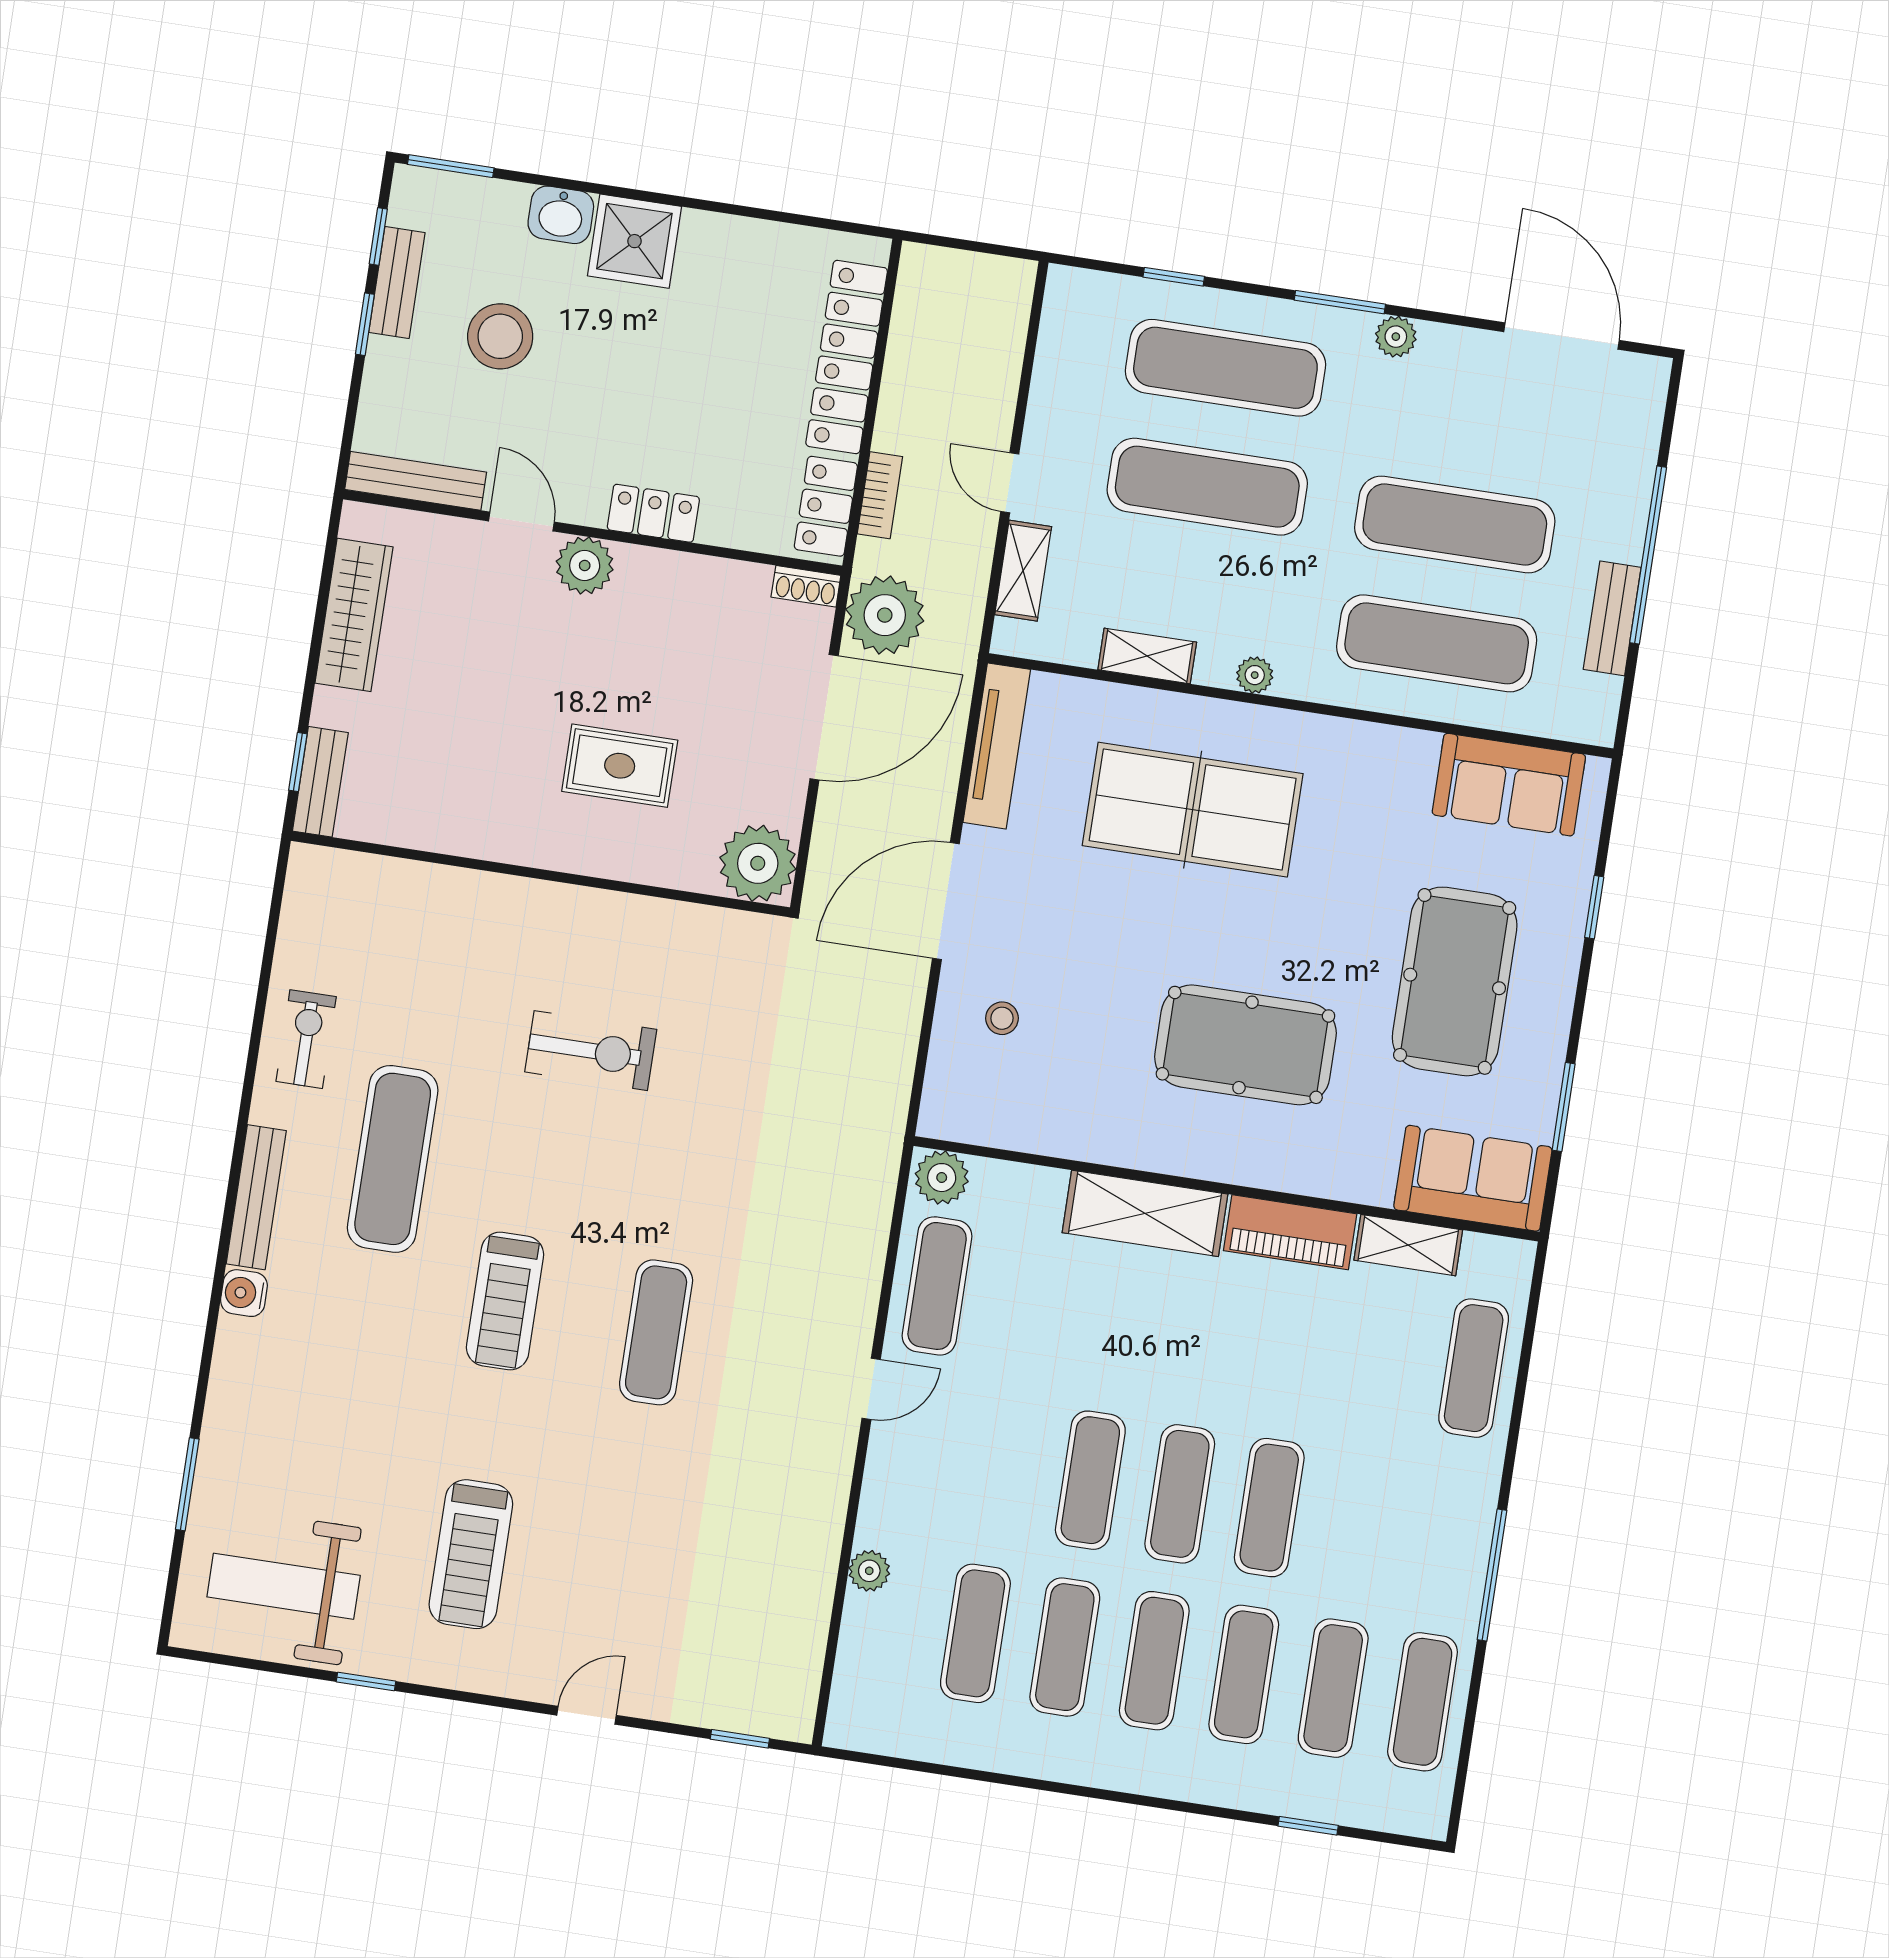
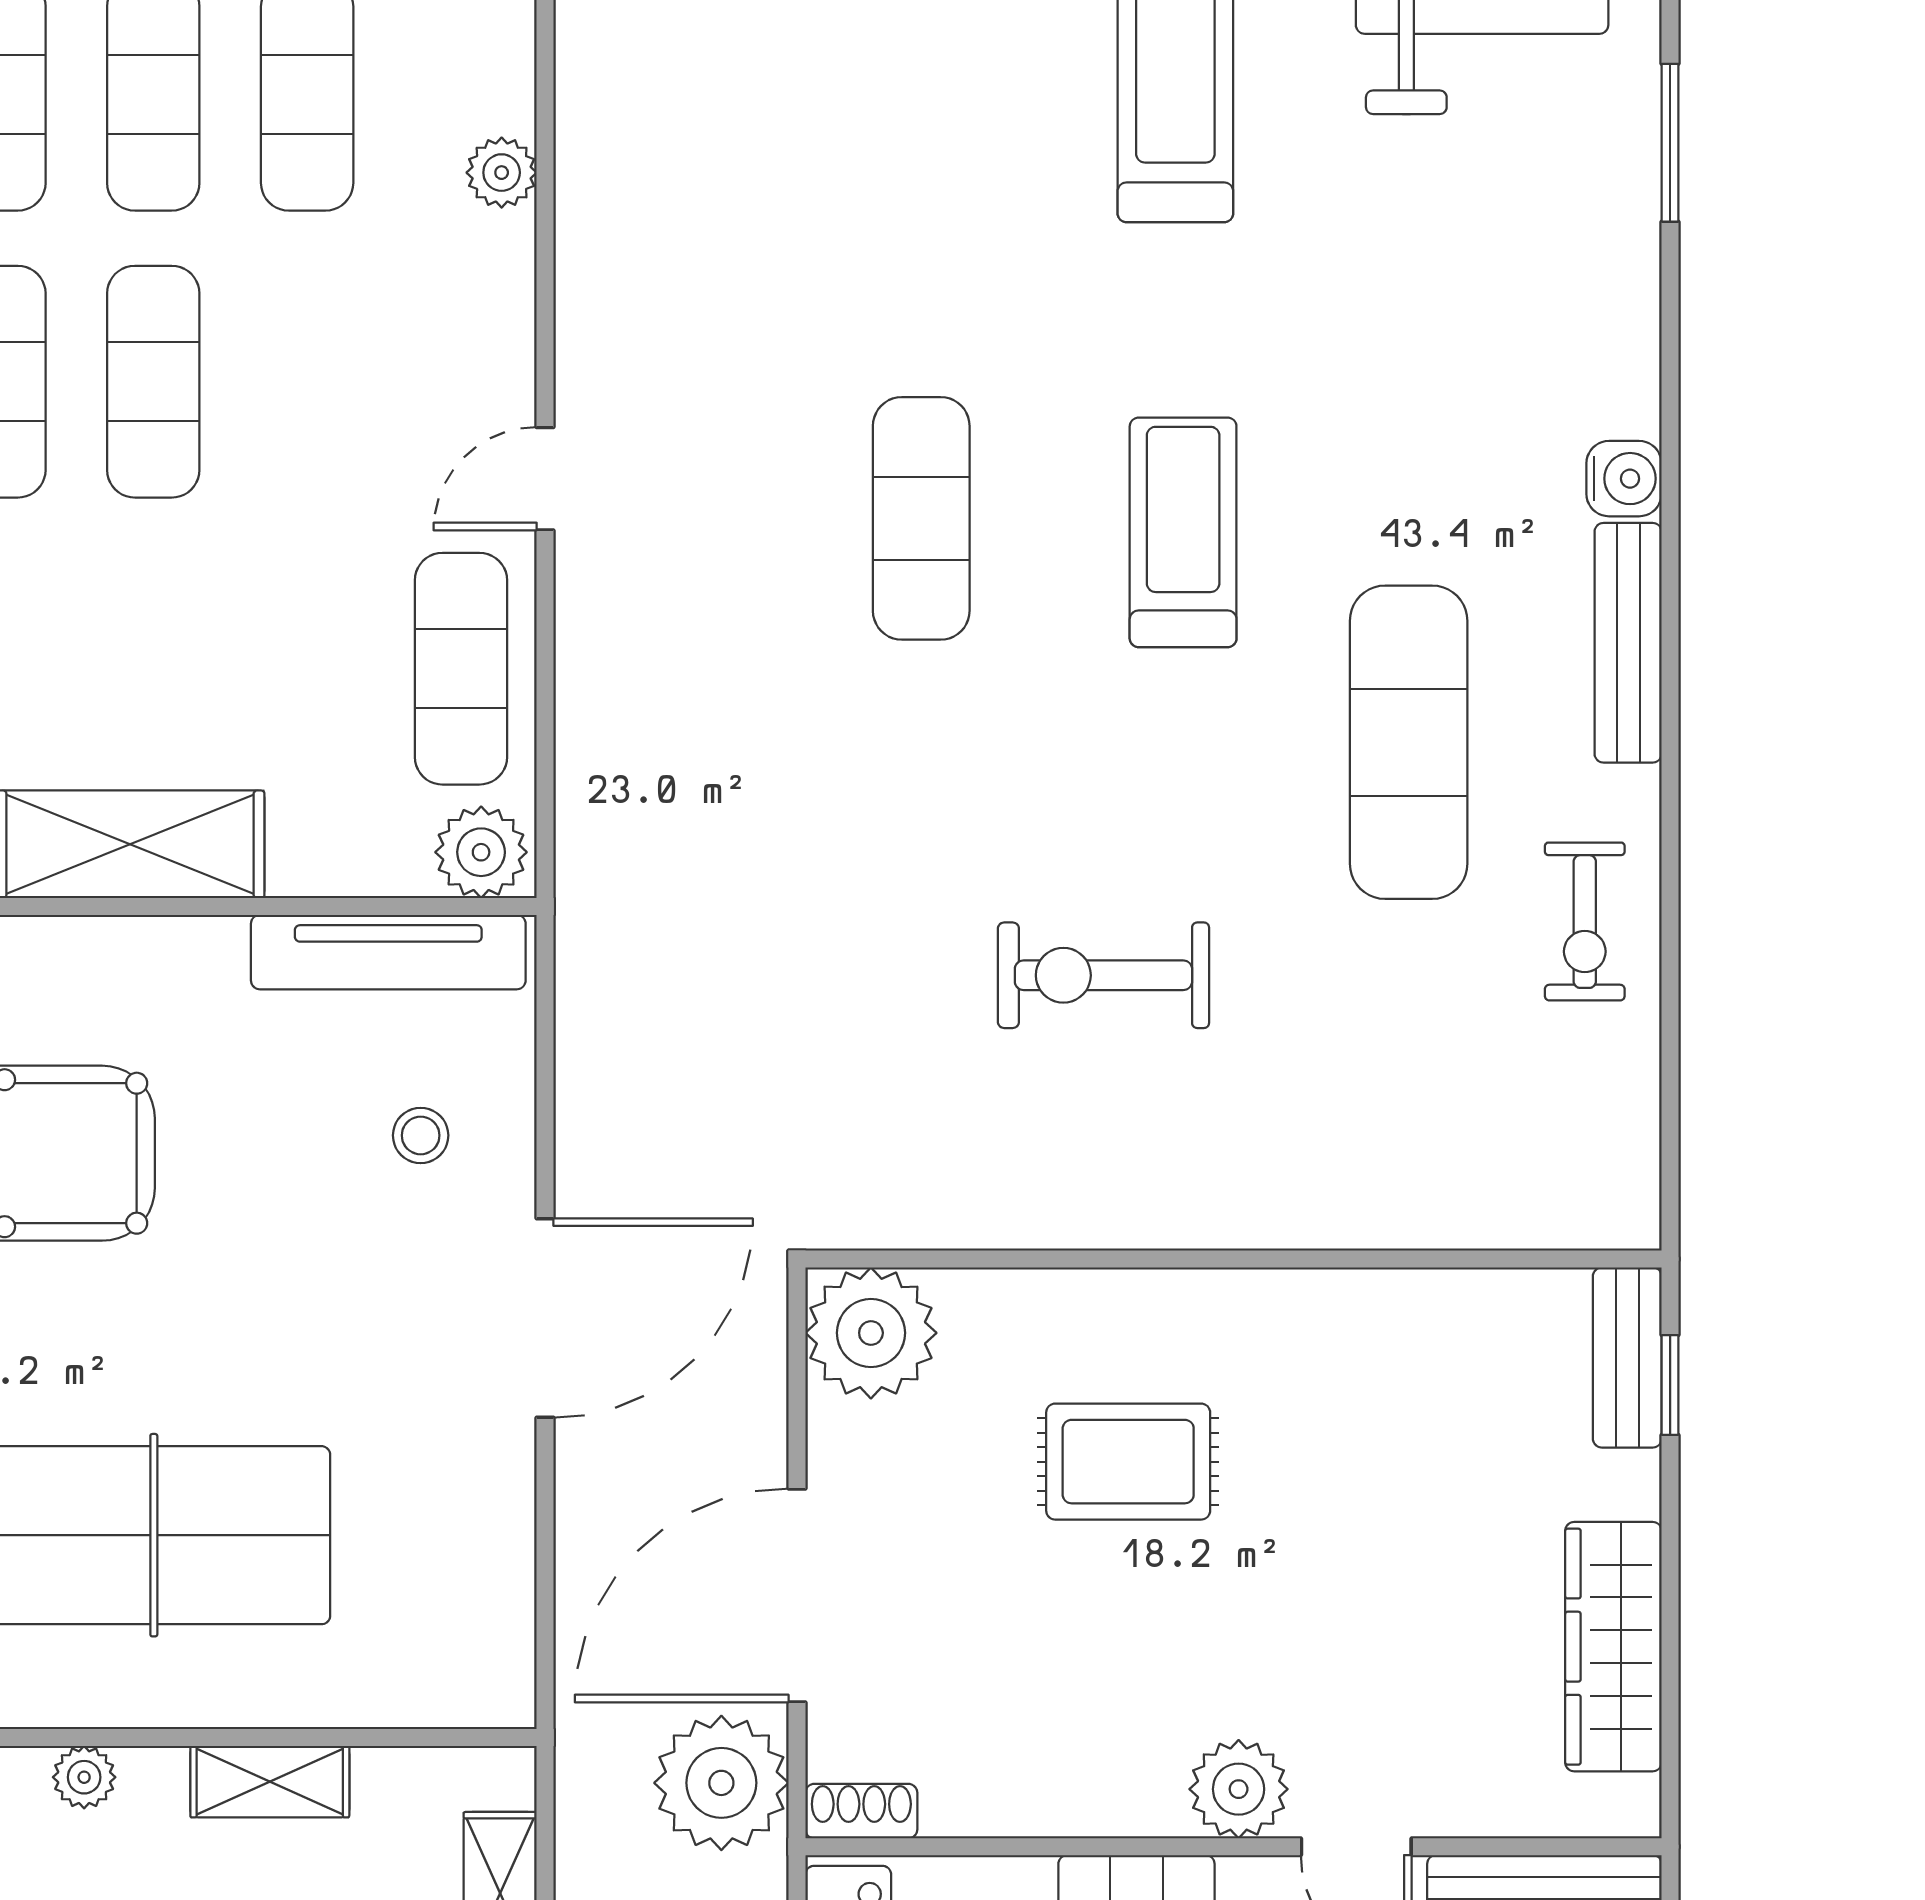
tv unit: (997, 746) -> (388, 952), moved, turned -90

